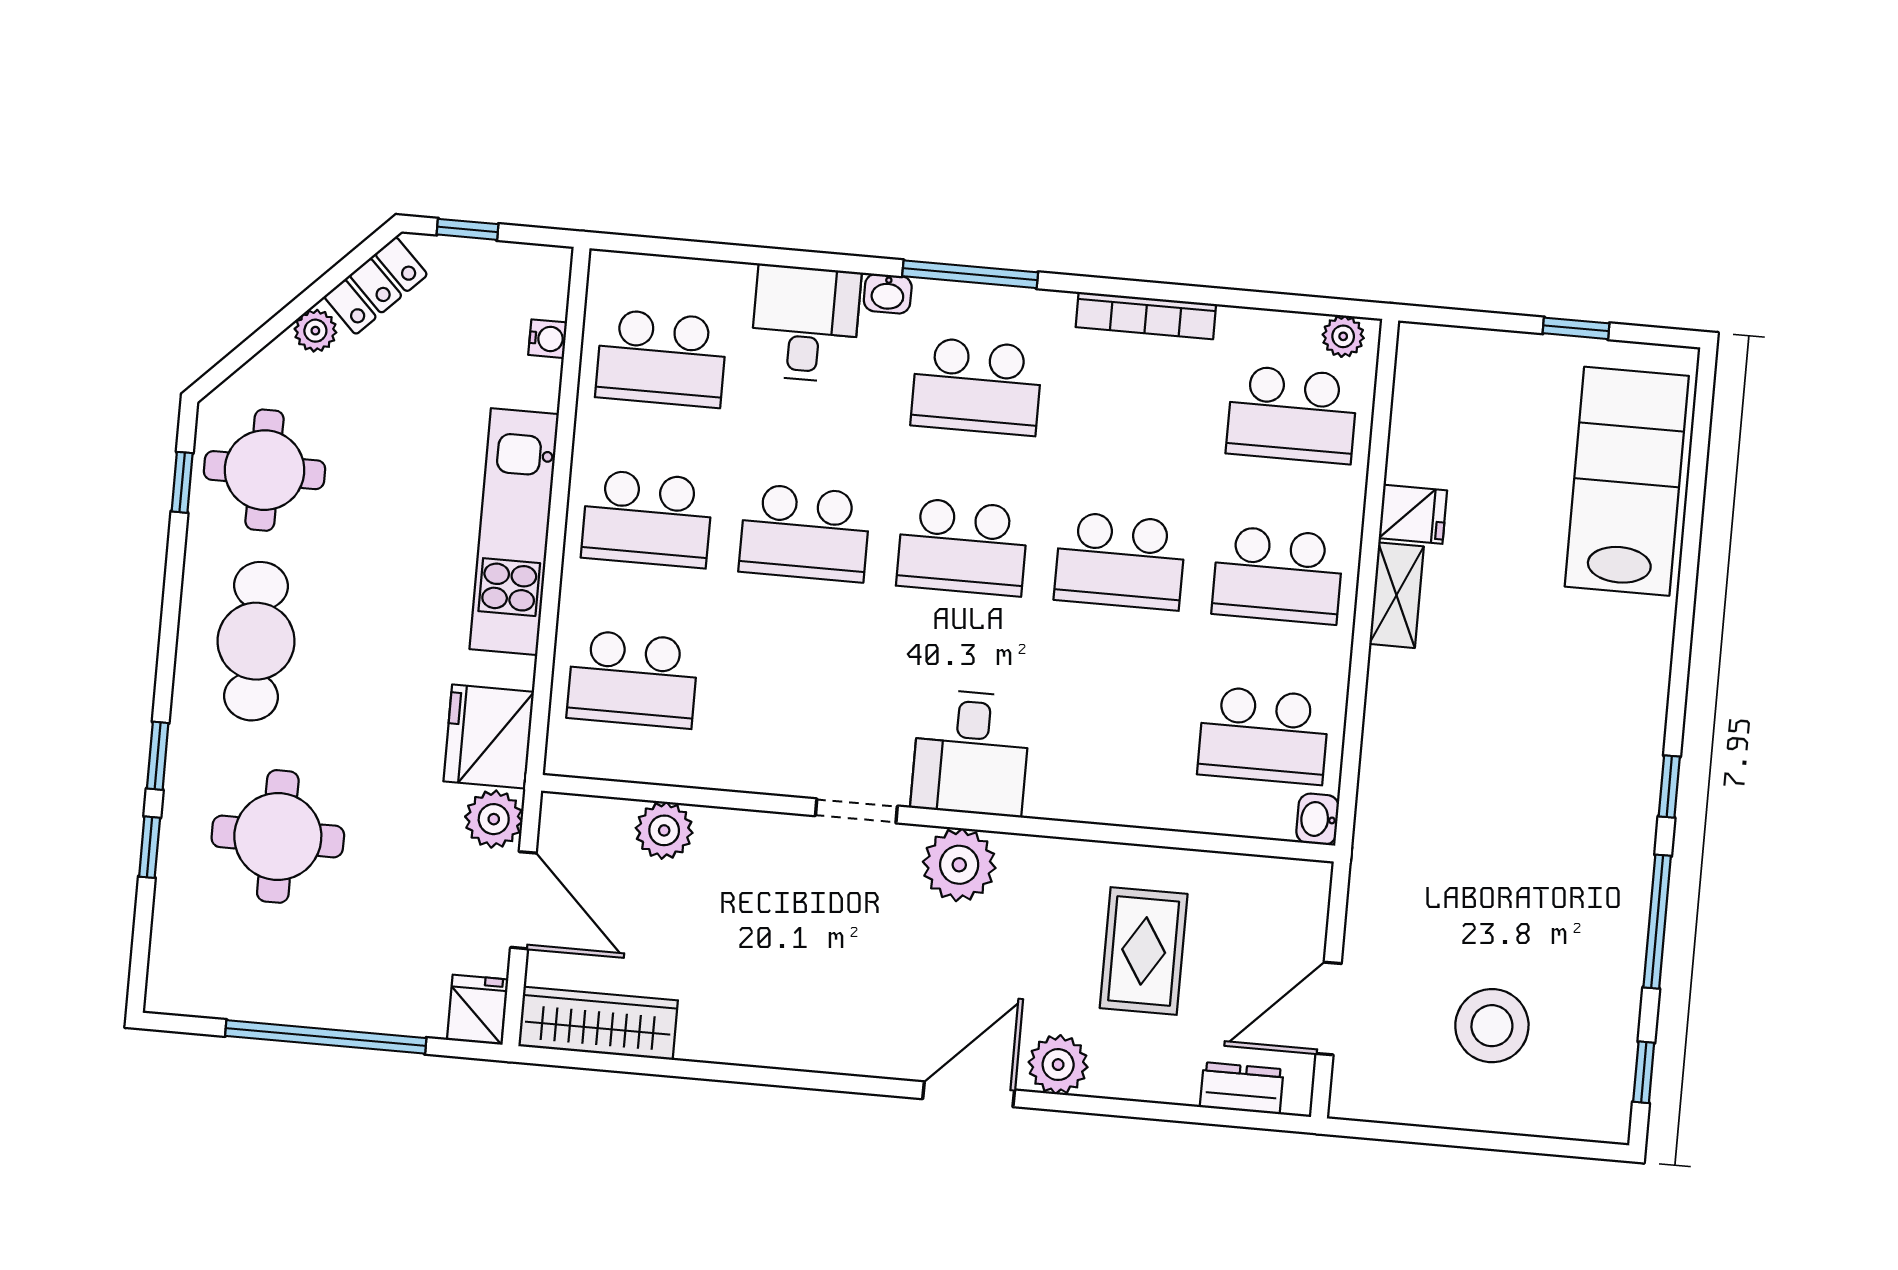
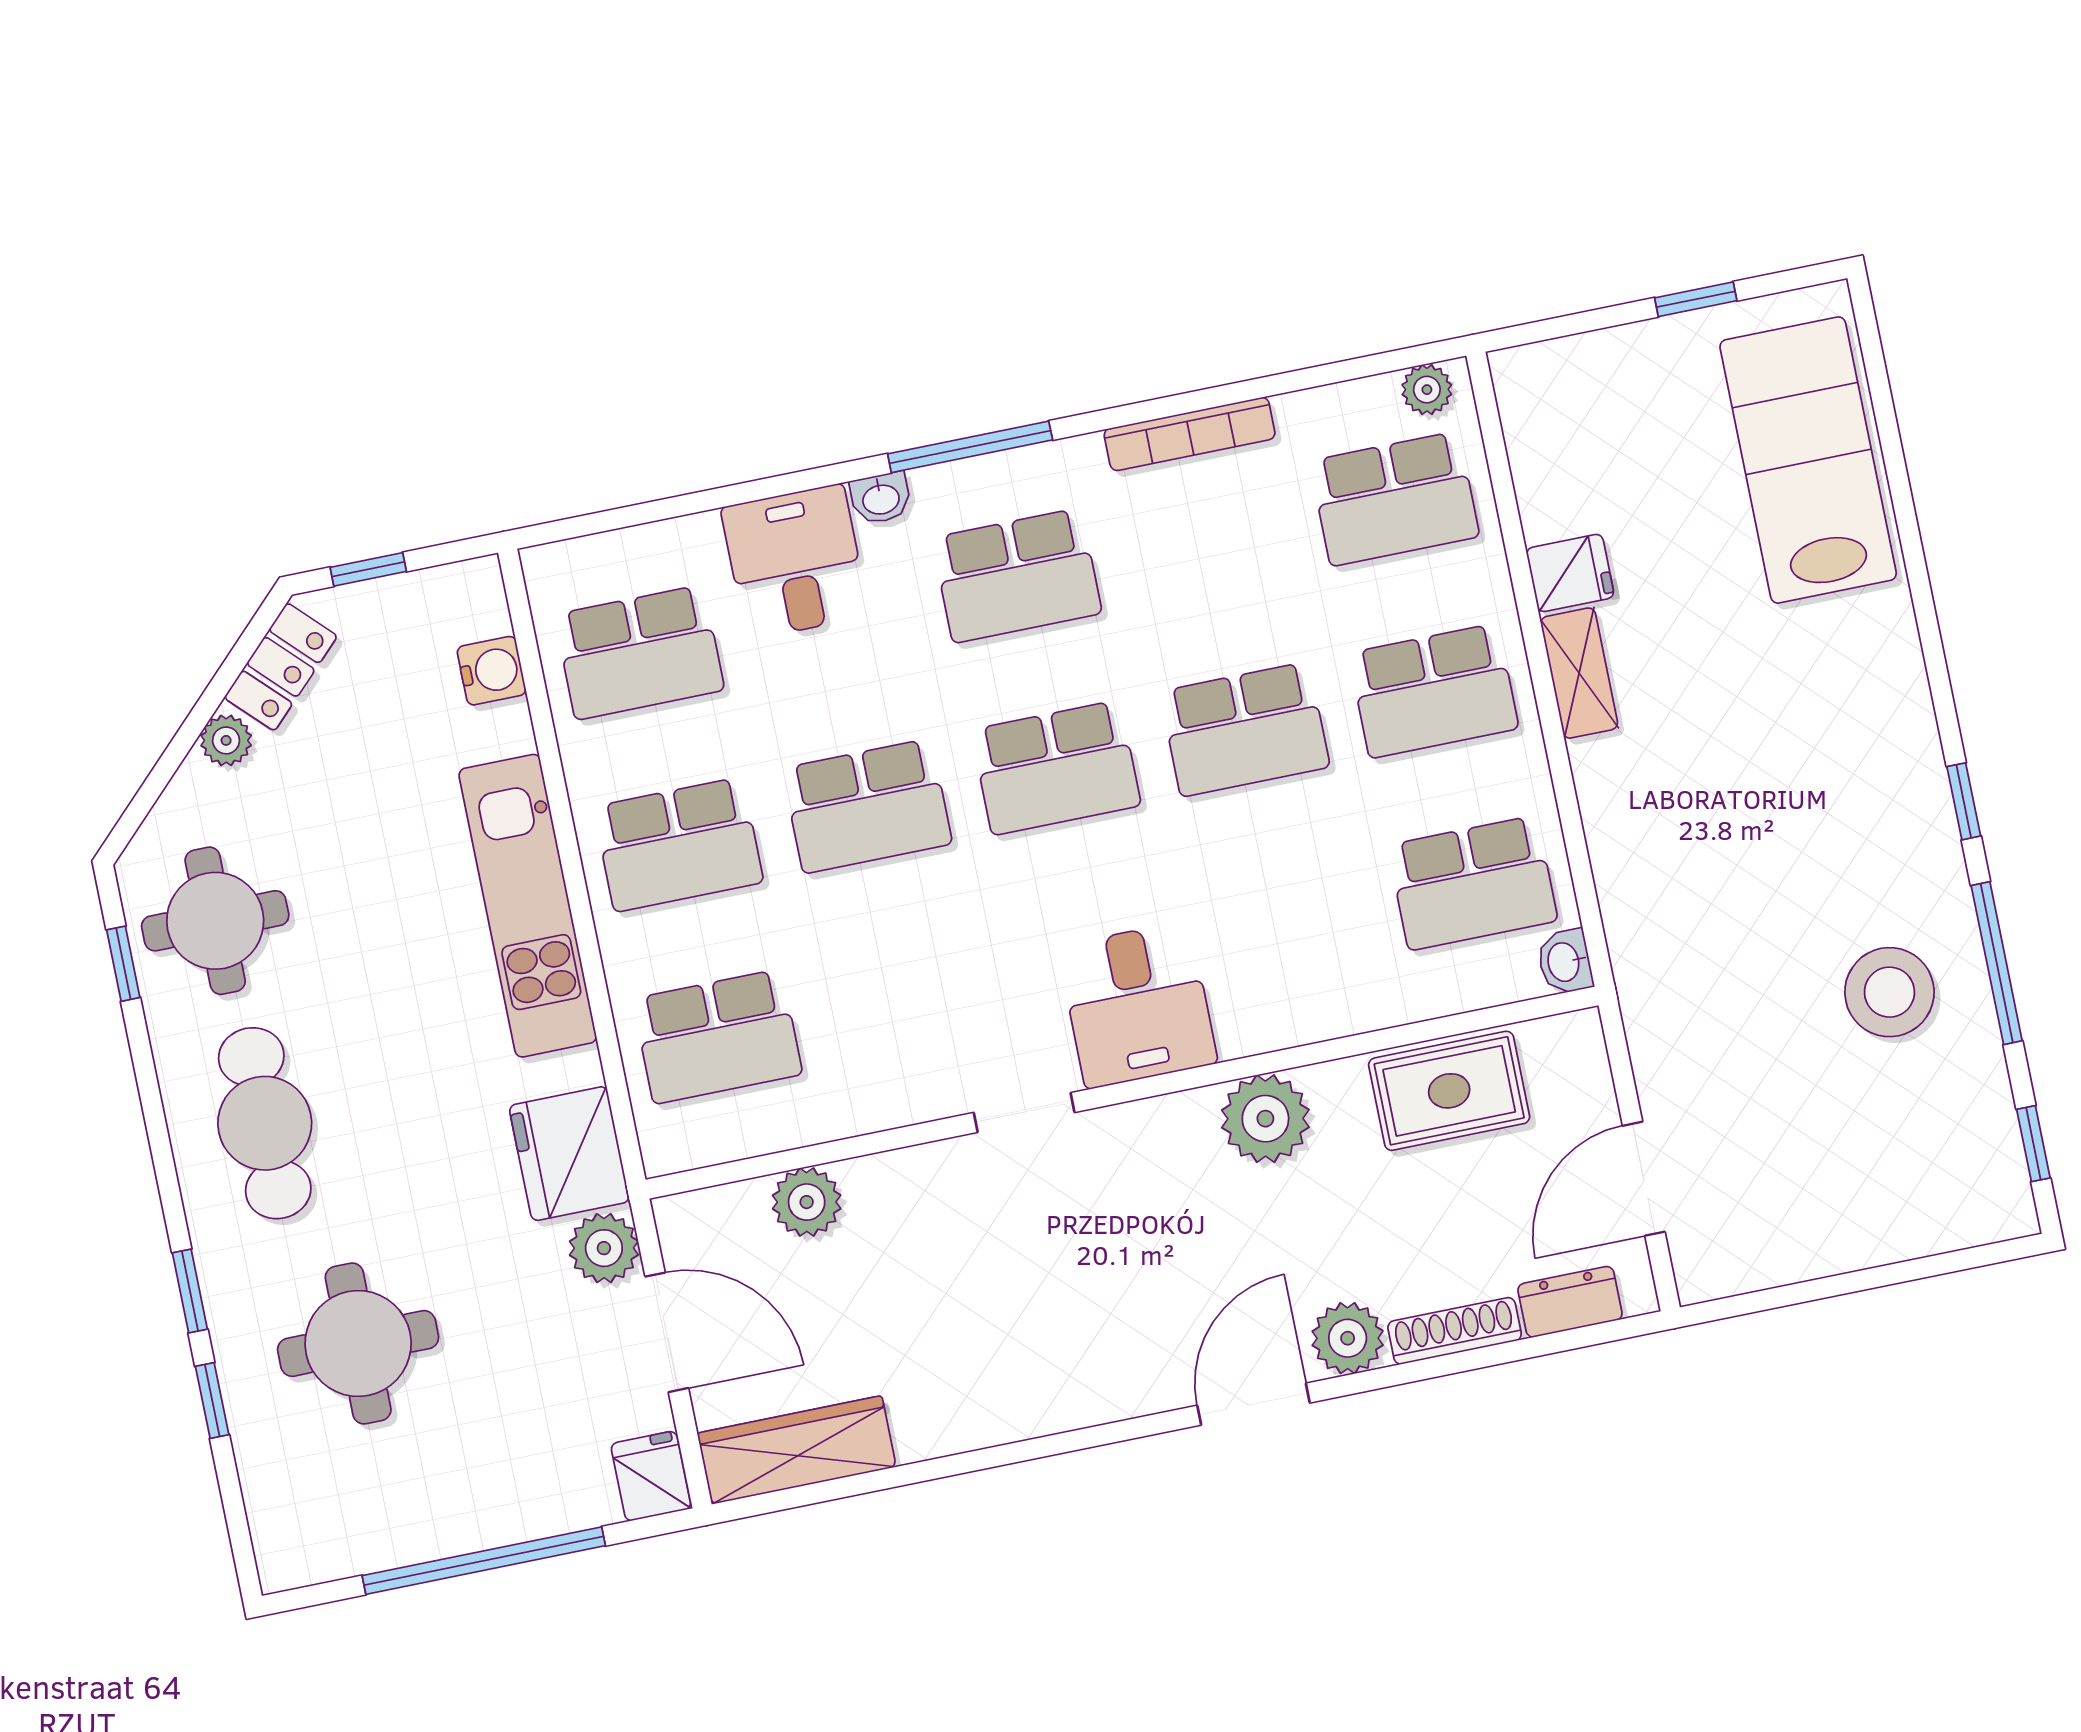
water cooler: (548, 339) -> (492, 671), width x1.38, depth x1.38
plant: (959, 865) -> (1265, 1119), moved
rug: (1144, 951) -> (1449, 1091), moved, turned 90
stool: (1492, 1026) -> (1889, 992), moved
shoe rack: (1144, 1084) -> (1455, 1331), added

